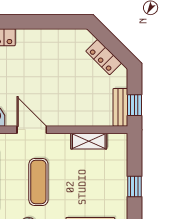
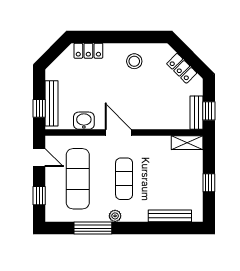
stool: (50, 49) -> (134, 61), added
shelving: (89, 141) -> (187, 143), moved

